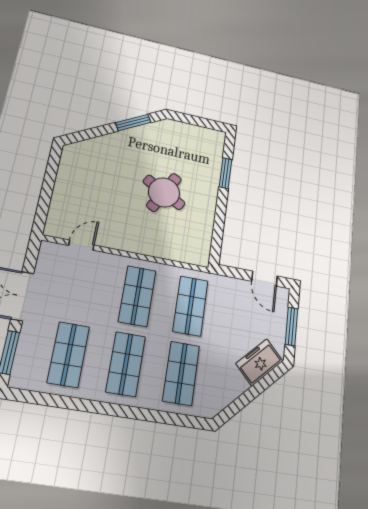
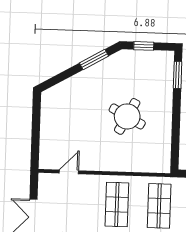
window: (193, 120) -> (144, 46), added
window: (226, 173) -> (178, 75), moved

